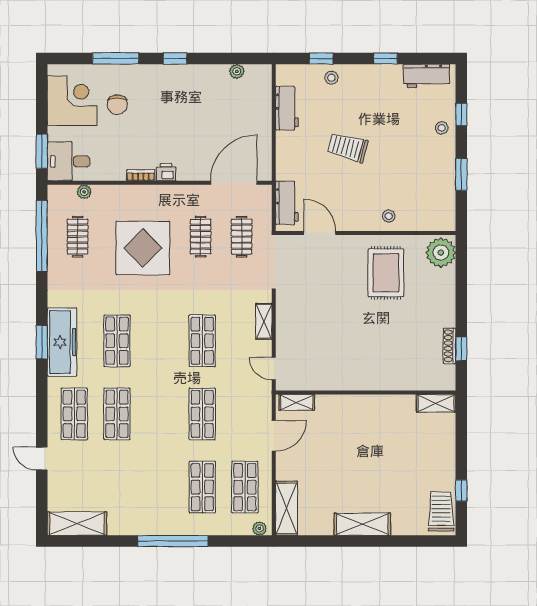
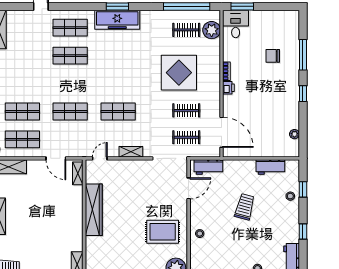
corner desk: (72, 101) -> (275, 26), removed
plant: (84, 192) -> (212, 30), width x1.88, depth x1.88
shop shelf: (117, 341) -> (118, 56), removed
wardrobe: (352, 378) -> (94, 210), added

